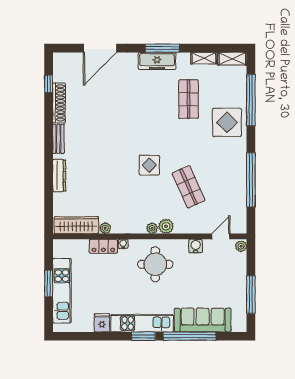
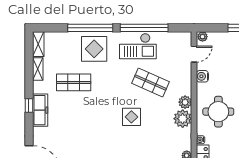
window: (162, 48) -> (29, 105), width x0.46
window: (251, 100) -> (90, 28), moved
checkout: (230, 173) -> (138, 46), added
shop shelf: (189, 187) -> (150, 82), turned 48
plant: (152, 228) -> (183, 119), width x1.87, depth x1.87
door: (221, 236) -> (194, 54), swing flipped

